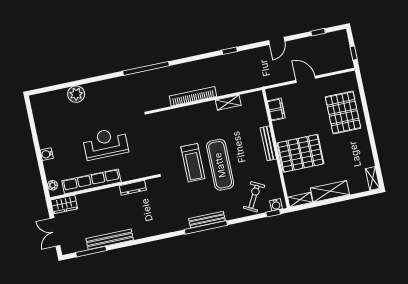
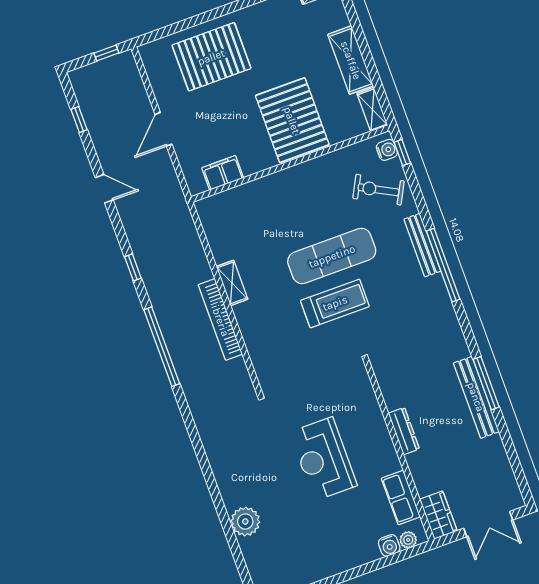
window: (146, 68) -> (162, 347), moved
shelving: (228, 103) -> (232, 283), moved
bench: (268, 143) -> (283, 178), removed
water cooler: (47, 154) -> (389, 545), moved
row of seats: (91, 181) -> (401, 497), width x0.50
dresser: (133, 188) -> (404, 431), moved
bench: (207, 220) -> (422, 245), moved
bench: (110, 239) -> (476, 397), moved
window: (91, 252) -> (486, 383), moved

